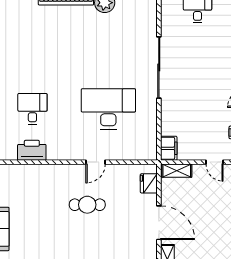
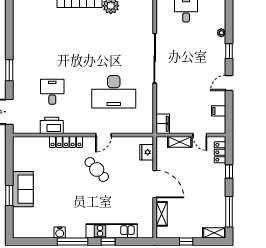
desk: (108, 109) -> (114, 92), turned 180
locker: (49, 171) -> (66, 142), added
shelving: (177, 171) -> (180, 142), moved
cafe table: (87, 205) -> (97, 169), turned 47

